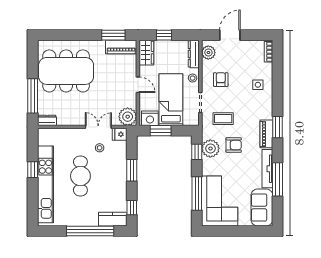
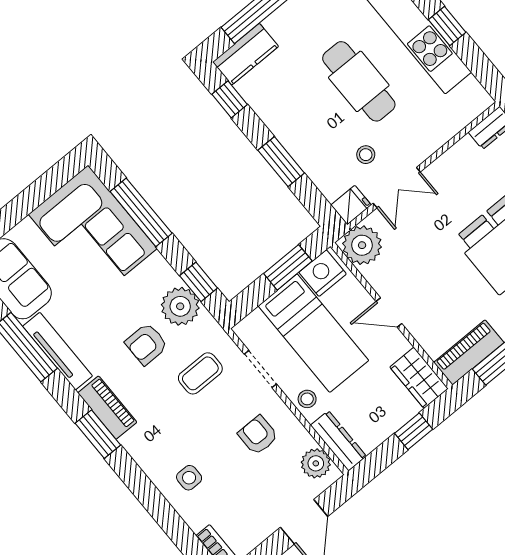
armchair: (221, 80) -> (258, 435), turned 180

